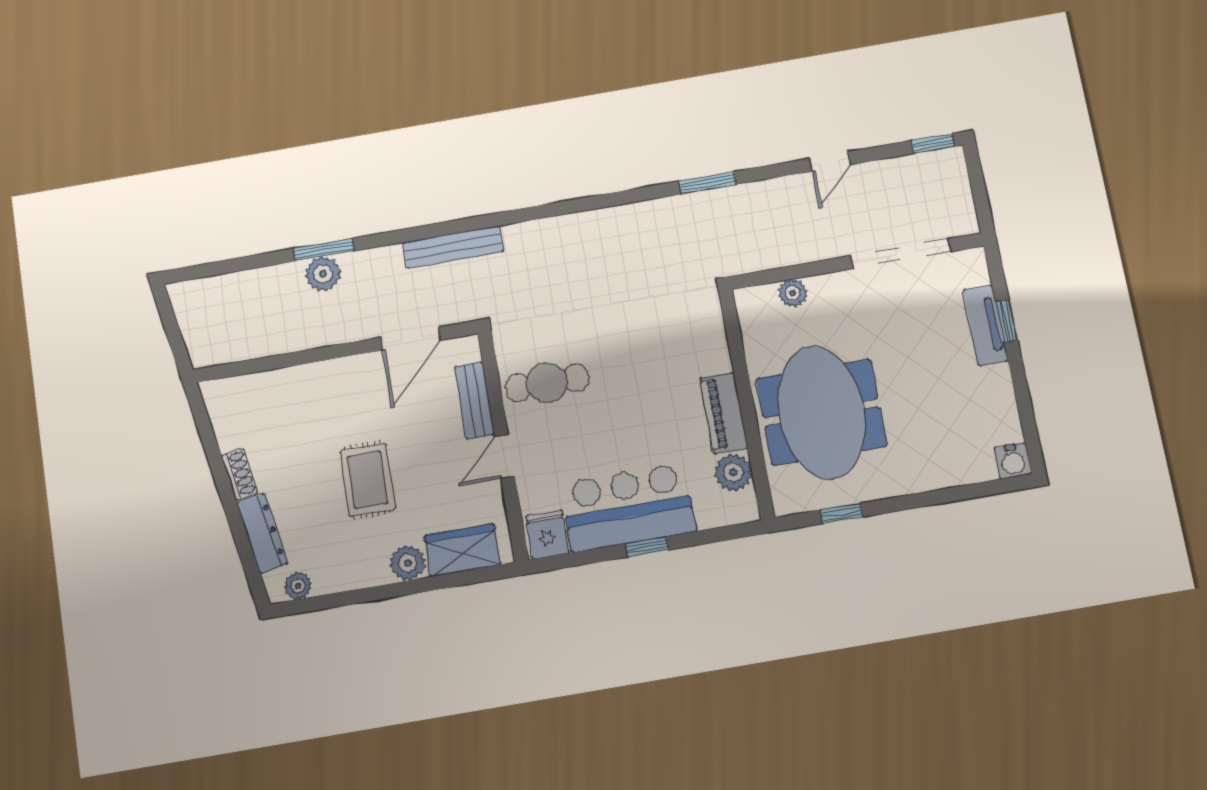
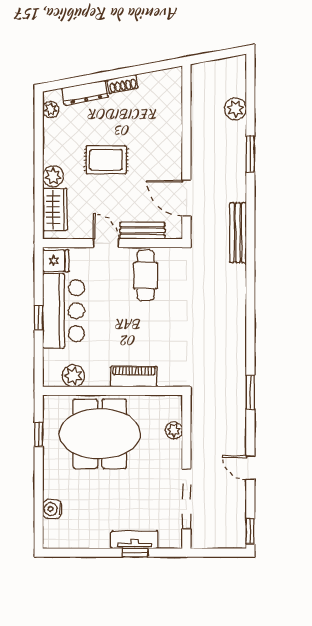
plant: (323, 274) -> (235, 109), moved
piano: (724, 413) -> (134, 377), moved
water cooler: (1013, 461) -> (52, 509), moved

